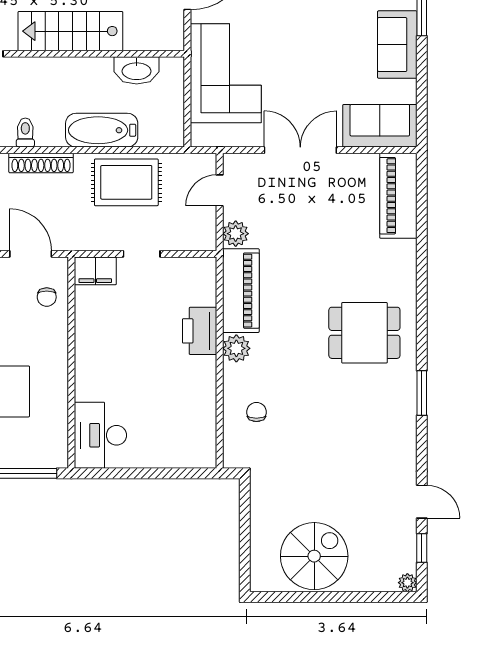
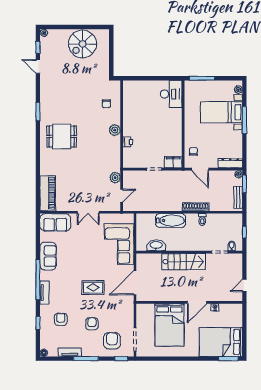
double door: (300, 150) -> (88, 212), width x0.73
rug: (126, 182) -> (160, 199), removed
piano: (241, 291) -> (113, 154), removed
printer: (200, 331) -> (128, 142), width x0.53, depth x0.68

